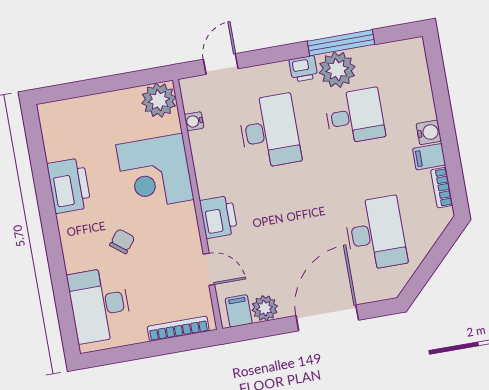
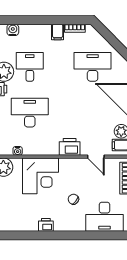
water cooler: (429, 132) -> (13, 30), moved
printer: (69, 186) -> (46, 225), width x0.53, depth x0.68
door: (209, 269) -> (96, 157), swing flipped

